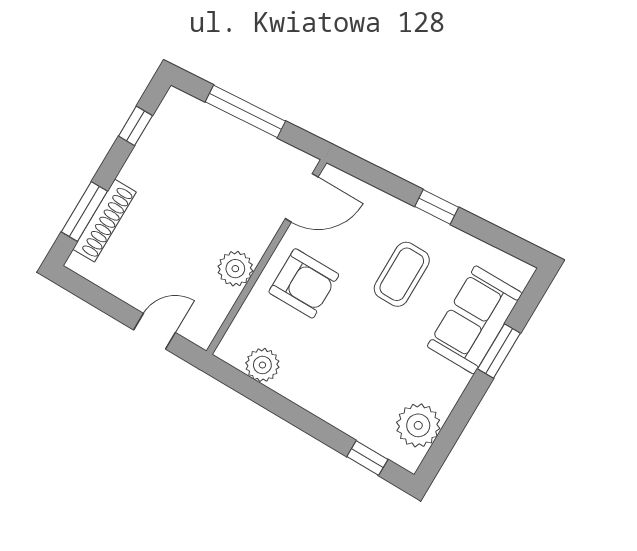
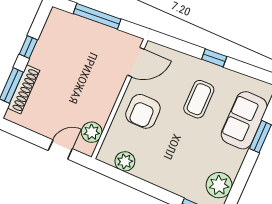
window: (135, 126) -> (28, 47), moved
plant: (235, 269) -> (92, 132), moved
armchair: (304, 283) -> (143, 111), turned 90

